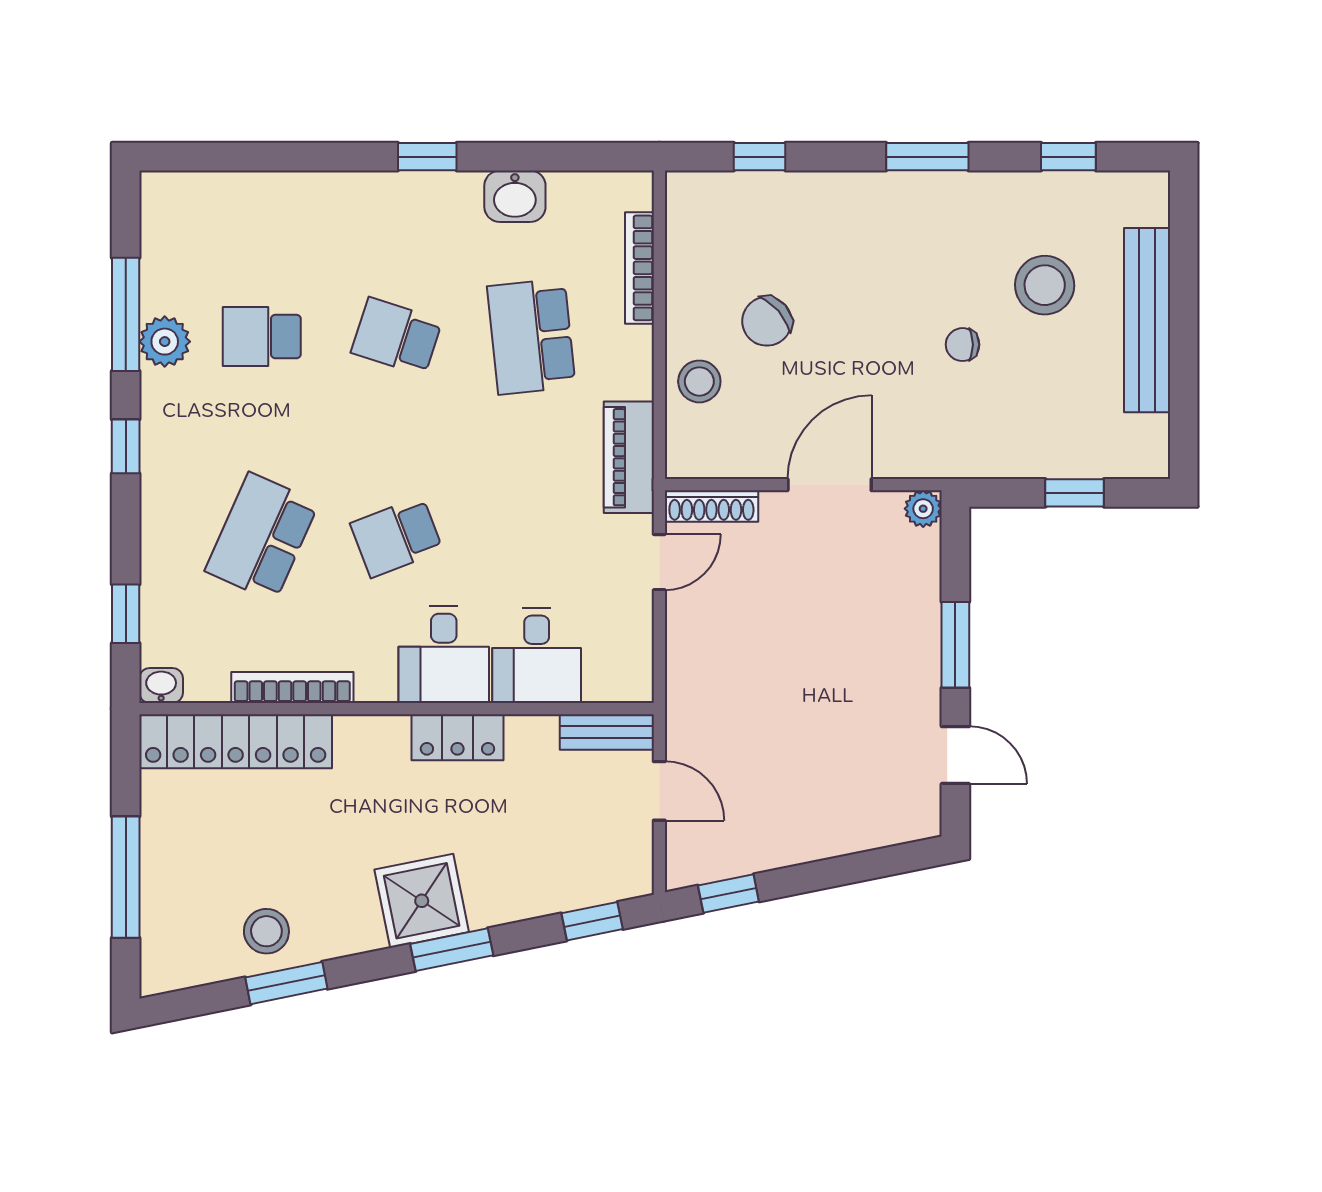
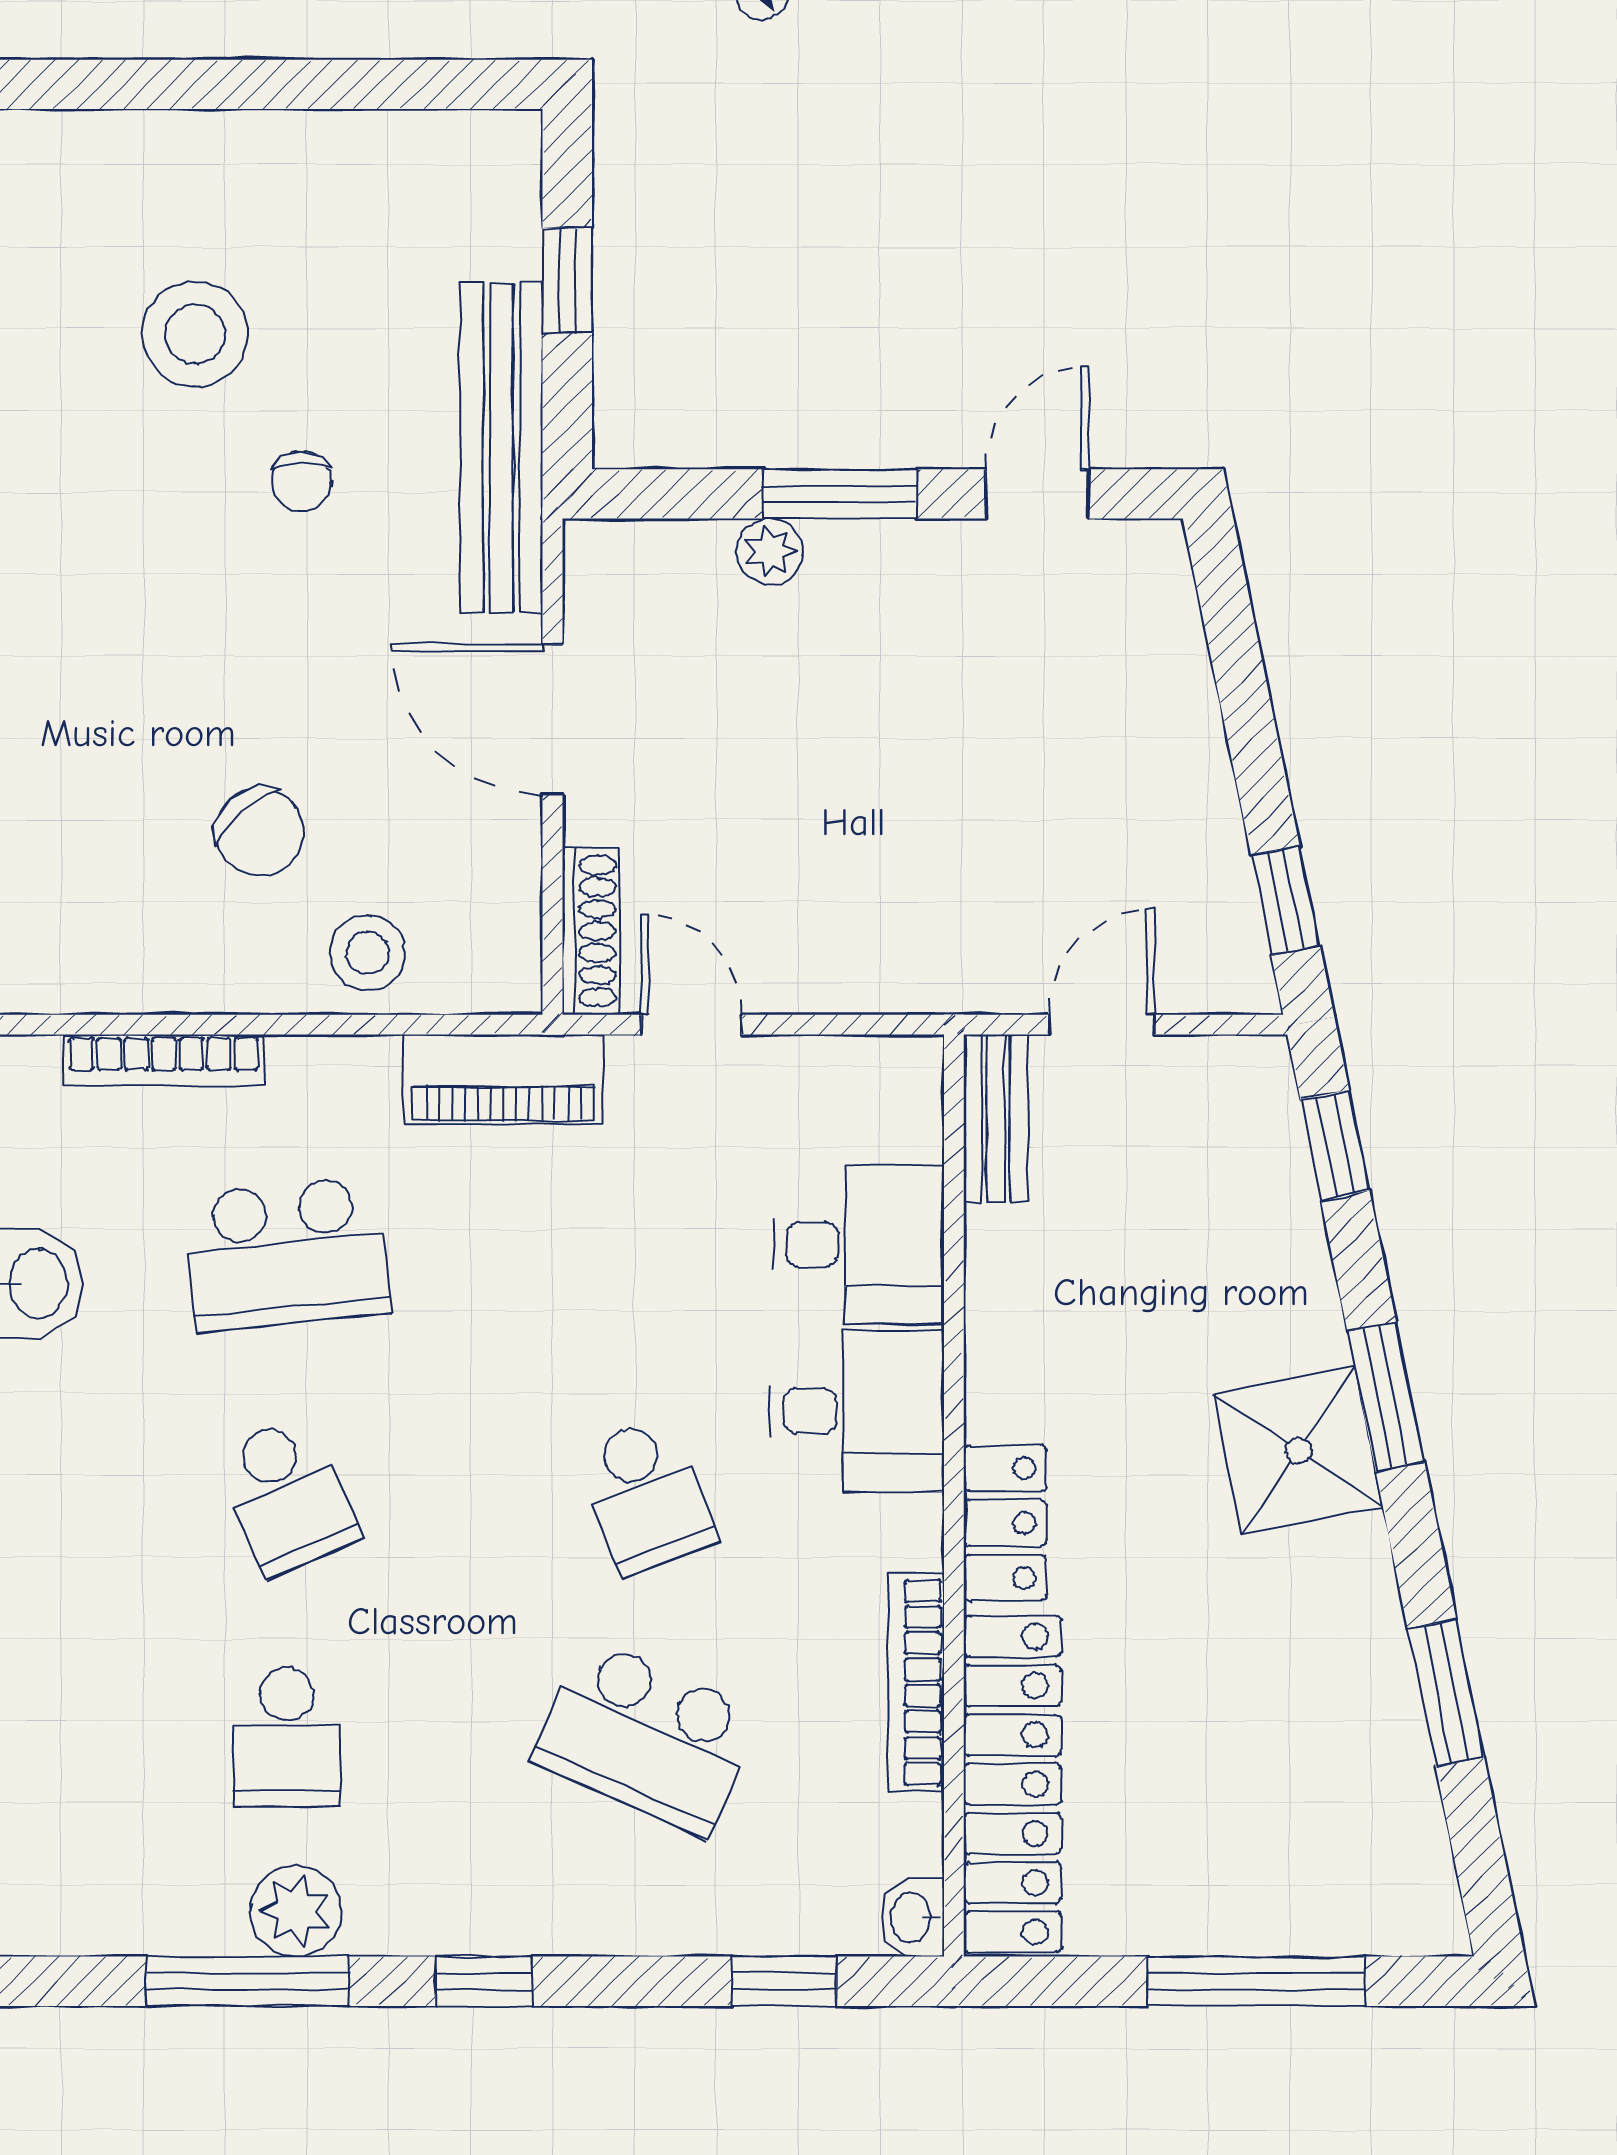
bench: (1147, 320) -> (502, 448), moved, turned 90
school desk: (397, 337) -> (287, 1496), turned -42
plant: (923, 509) -> (770, 552), moved
locker: (457, 737) -> (1005, 1523), moved
stool: (266, 931) -> (1353, 1729), removed

